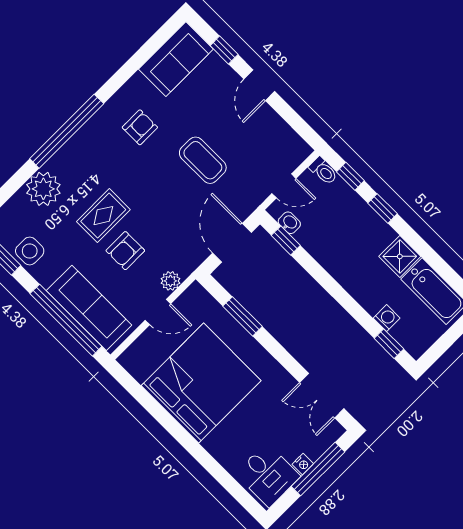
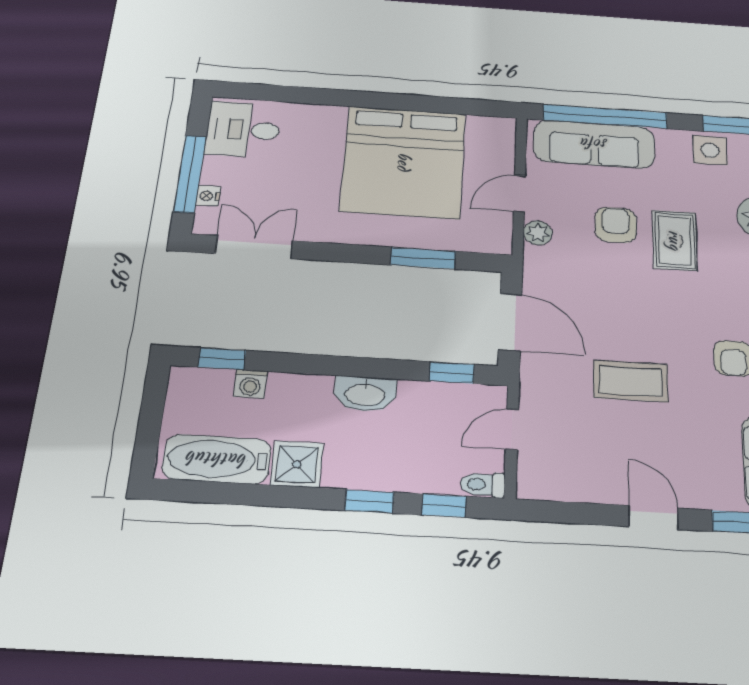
washbasin: (289, 223) -> (365, 394), moved, width x1.91, depth x1.45
nightstand: (303, 464) -> (208, 196), moved

